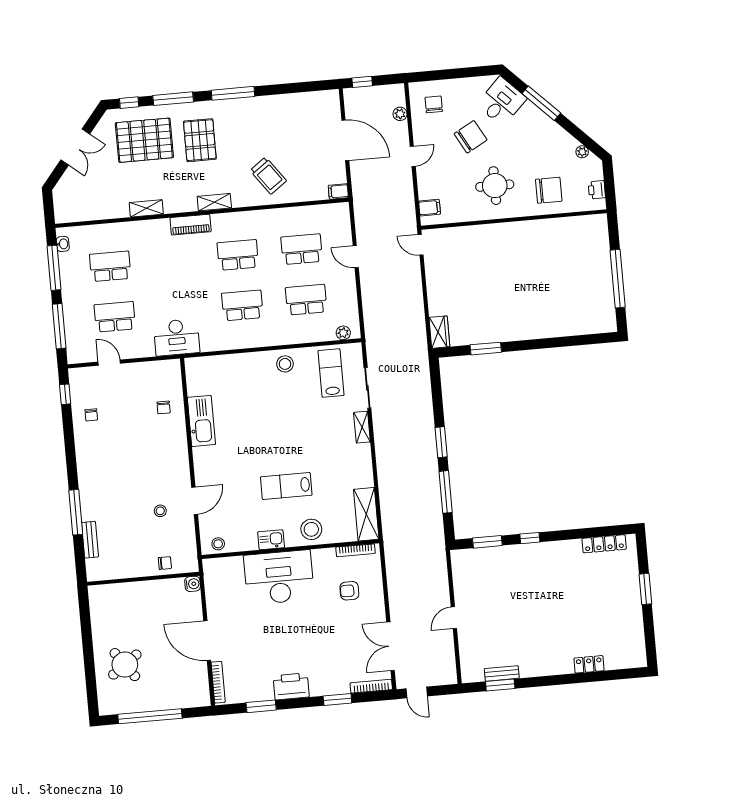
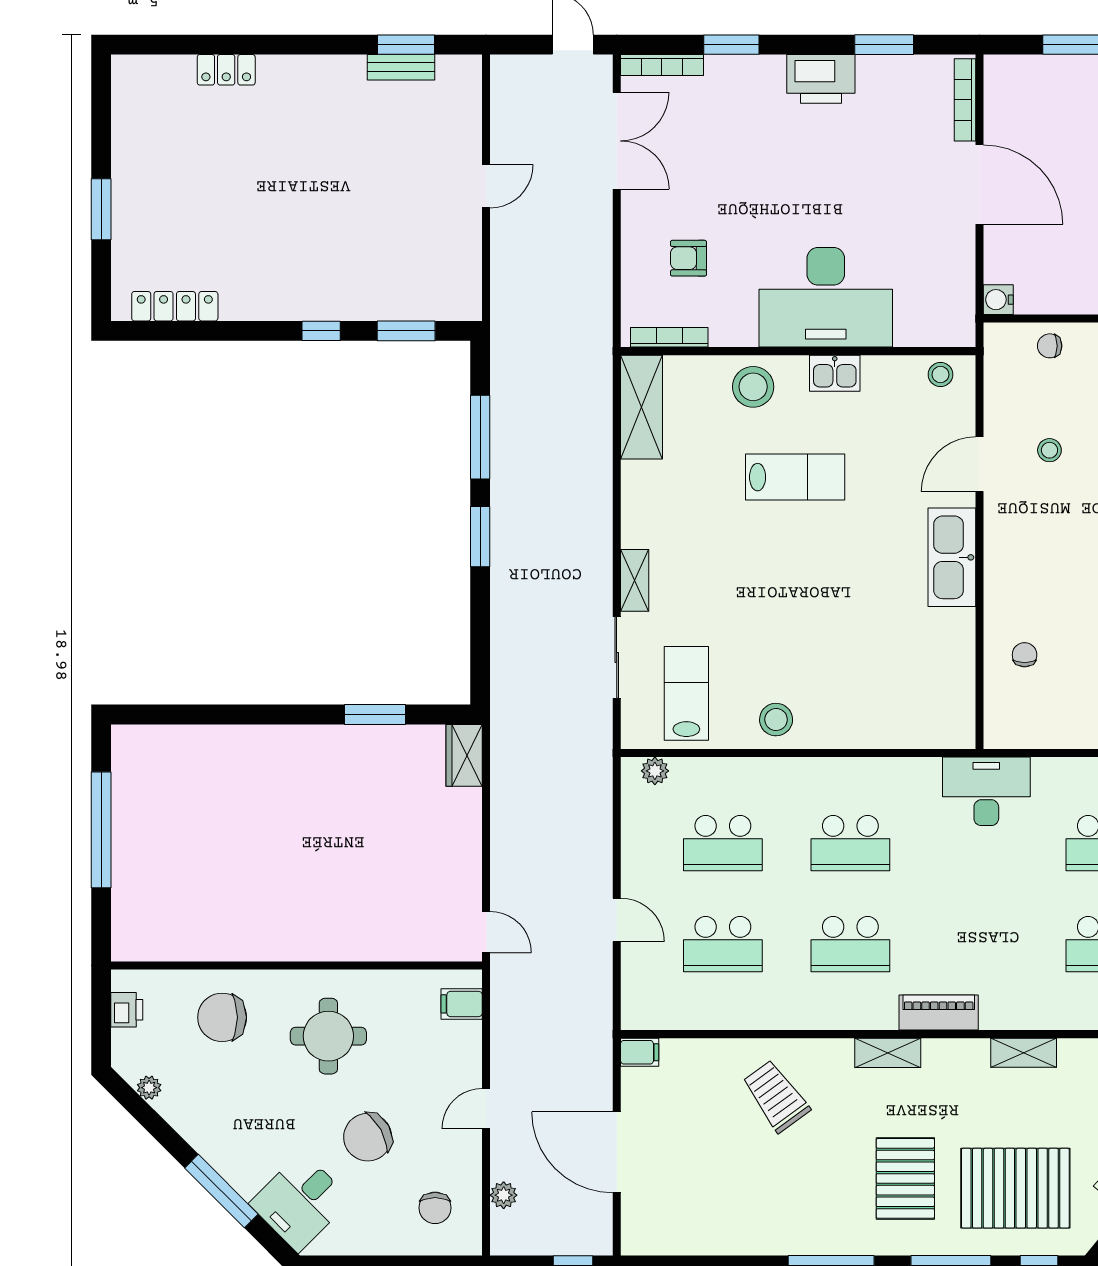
lab bench: (331, 373) -> (686, 693), turned 180
kitchen sink: (201, 421) -> (952, 557), moved
armchair: (349, 591) -> (688, 258), turned 180

